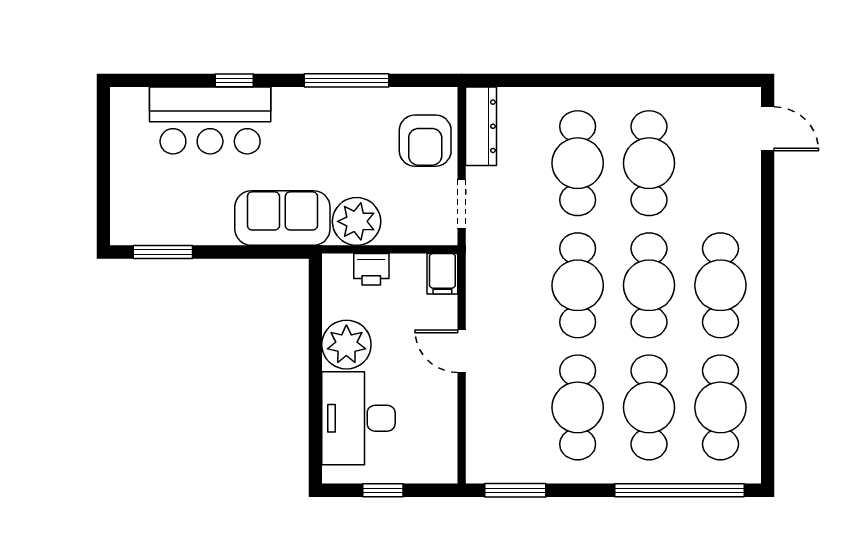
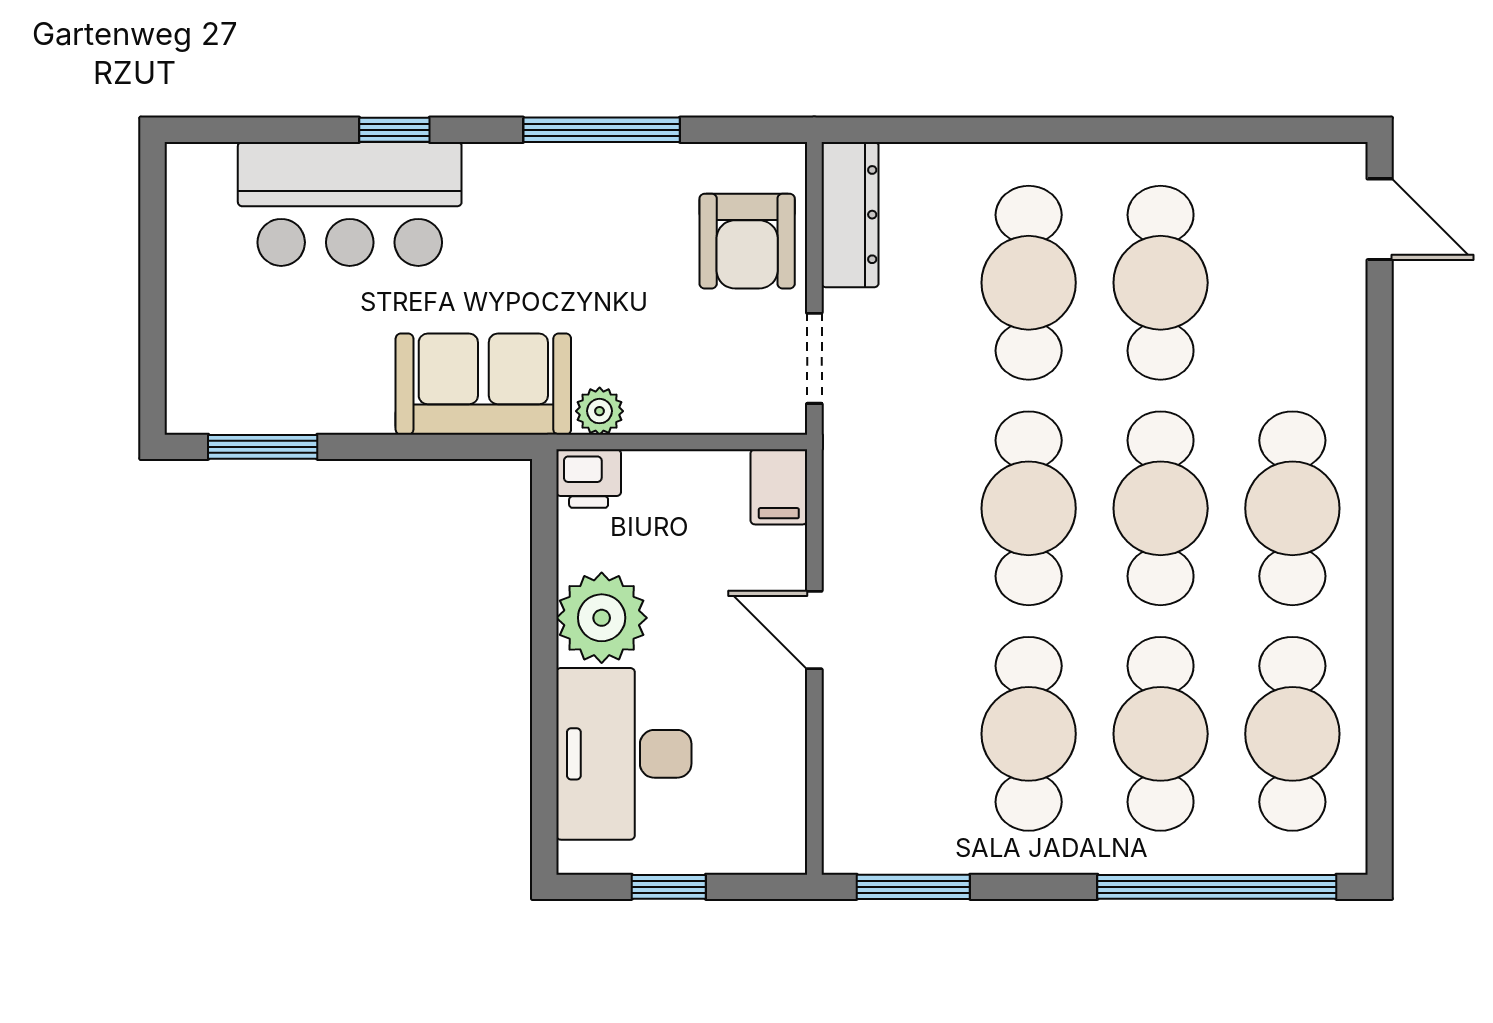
plant: (357, 221) -> (600, 411), width x0.53, depth x0.53
printer: (371, 269) -> (589, 479), moved

